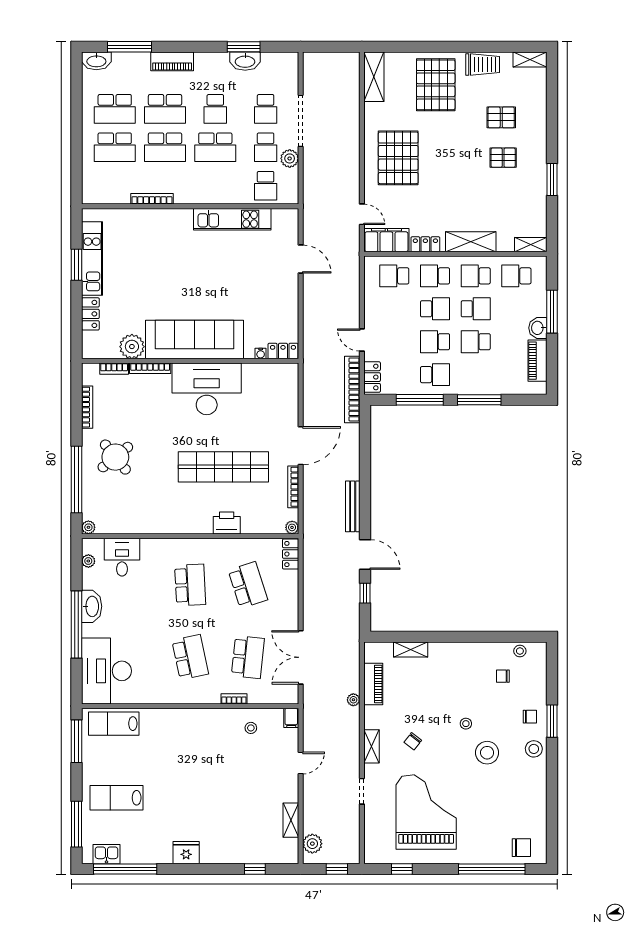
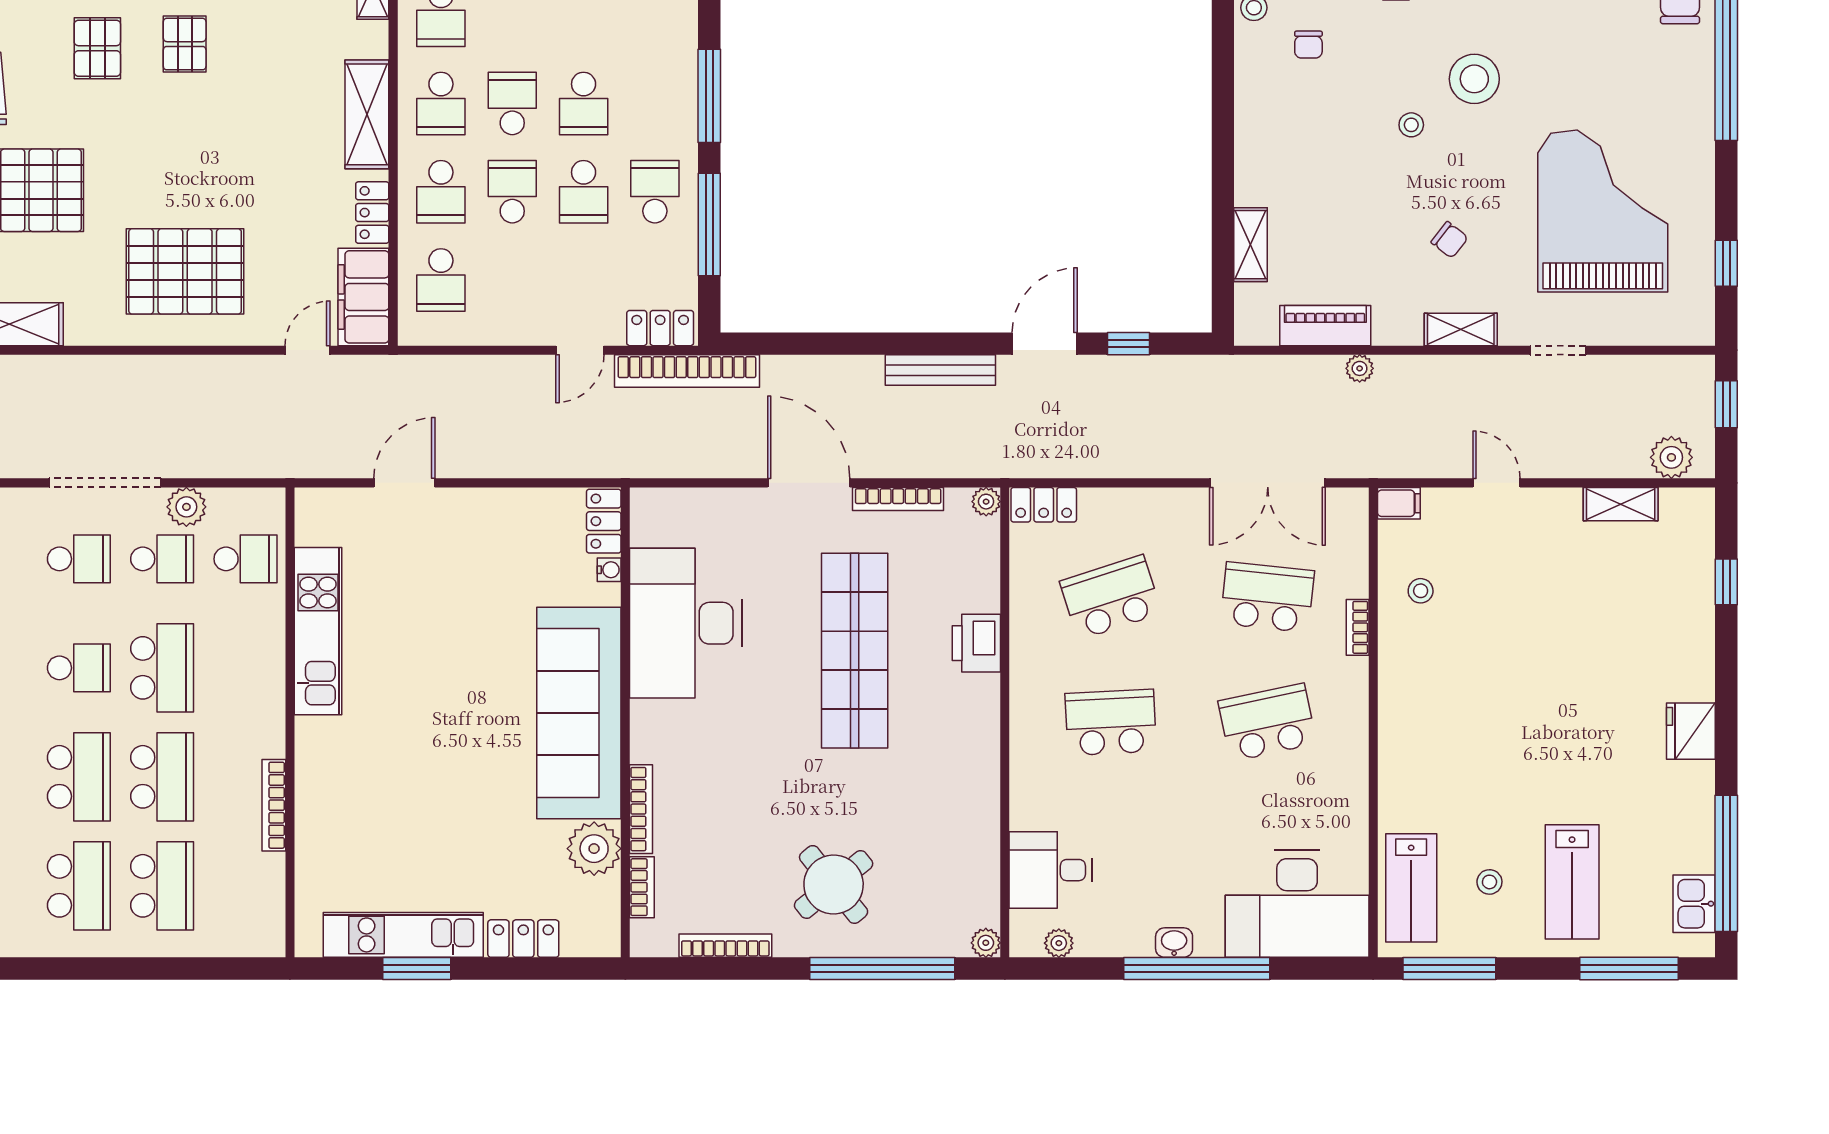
desk: (207, 389) -> (686, 623), moved
washbasin: (92, 606) -> (1174, 943), width x0.52, depth x0.69
stool: (117, 760) -> (1489, 882), added
grand piano: (426, 812) -> (1603, 211), turned 90

